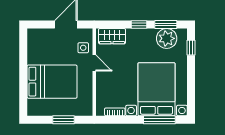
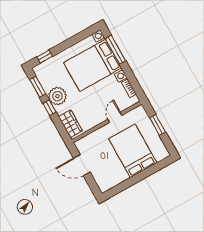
plant: (167, 38) -> (57, 96), moved
side table: (83, 48) -> (92, 141), removed
door: (94, 63) -> (115, 117), moved

